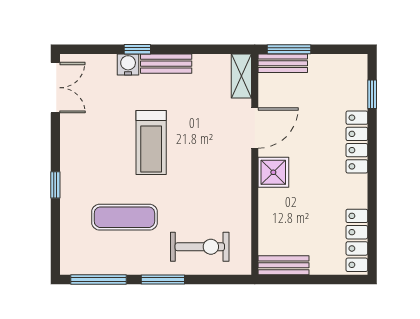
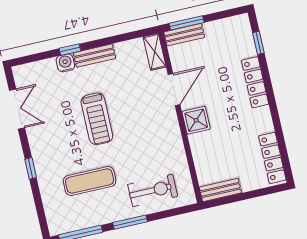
double door: (55, 88) -> (17, 109), moved

